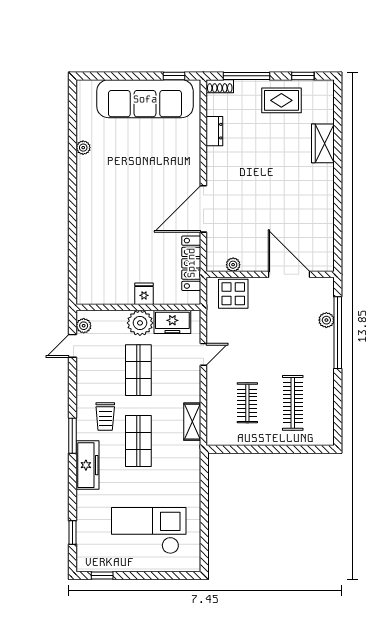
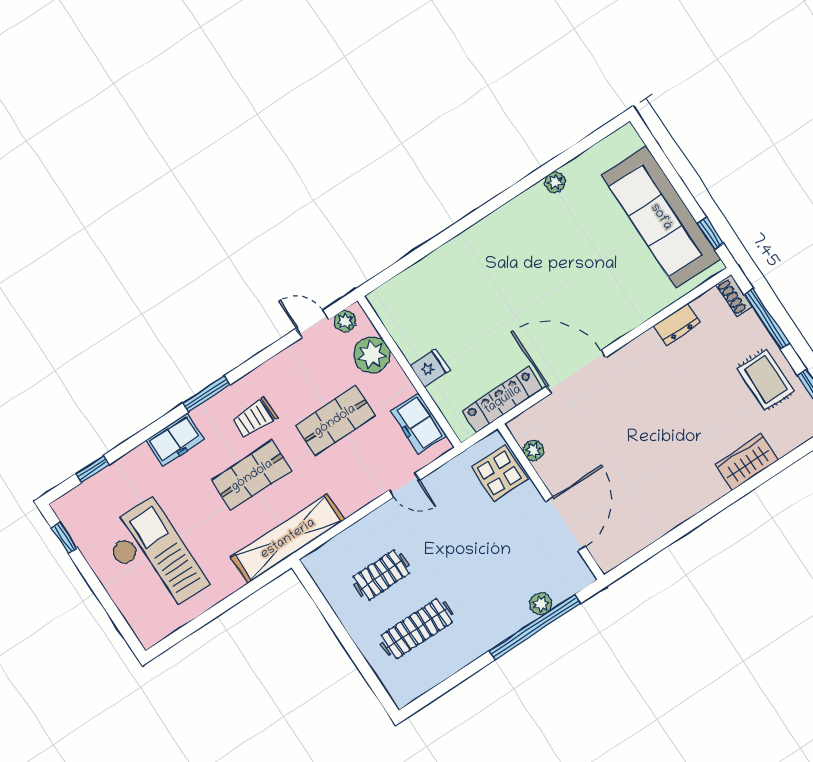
plant: (140, 323) -> (372, 355), moved
shelving: (192, 422) -> (288, 539), width x2.20, depth x1.33
freezer: (87, 465) -> (175, 440), width x0.71

